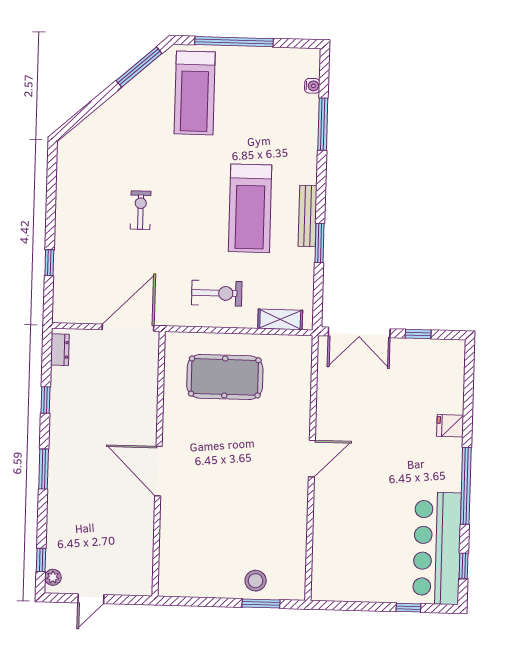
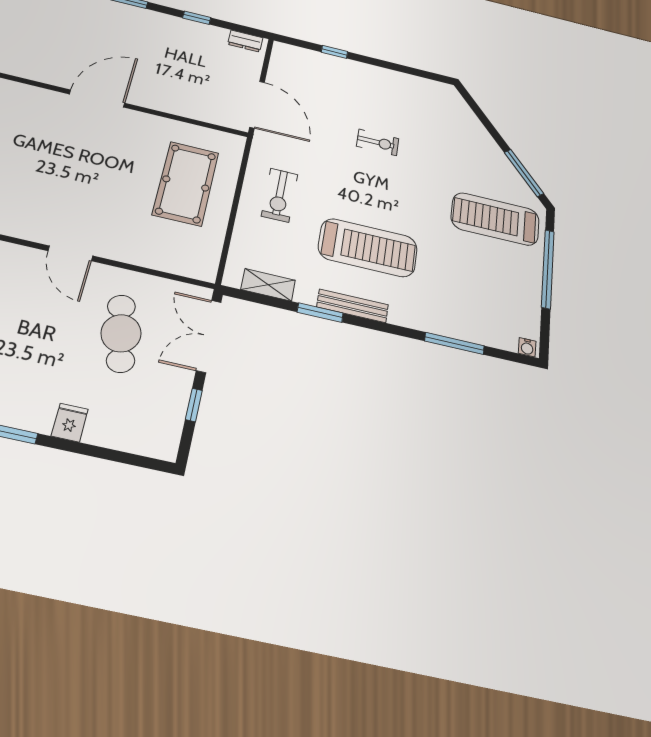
water cooler: (312, 86) -> (527, 347), moved
treadmill: (250, 208) -> (368, 248), turned 180
shelving: (280, 319) -> (268, 285), moved, turned 90
cafe table: (372, 403) -> (121, 333), added

